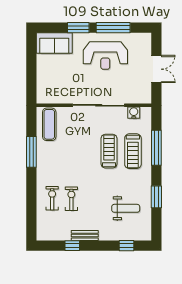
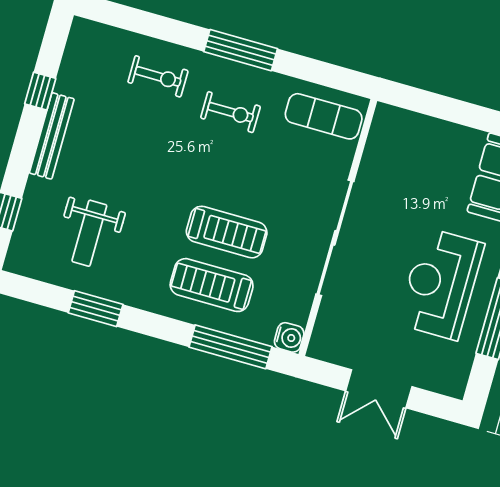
water cooler: (134, 113) -> (289, 337), moved
window: (156, 148) -> (231, 347), moved
window: (31, 152) -> (241, 50), moved
exercise bike: (71, 199) -> (231, 112), moved
bench: (85, 236) -> (52, 136), width x1.36

